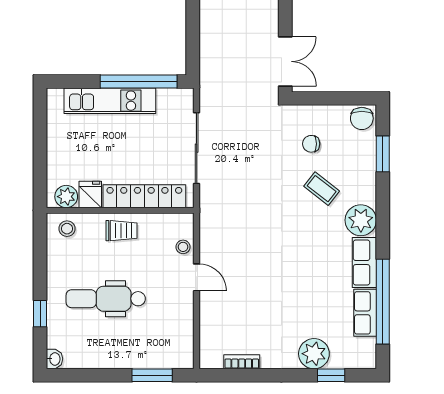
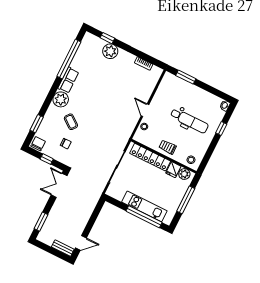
window: (139, 81) -> (144, 217), moved
window: (332, 98) -> (47, 159), added
window: (40, 150) -> (186, 200), added
row of seats: (365, 313) -> (79, 58), removed

